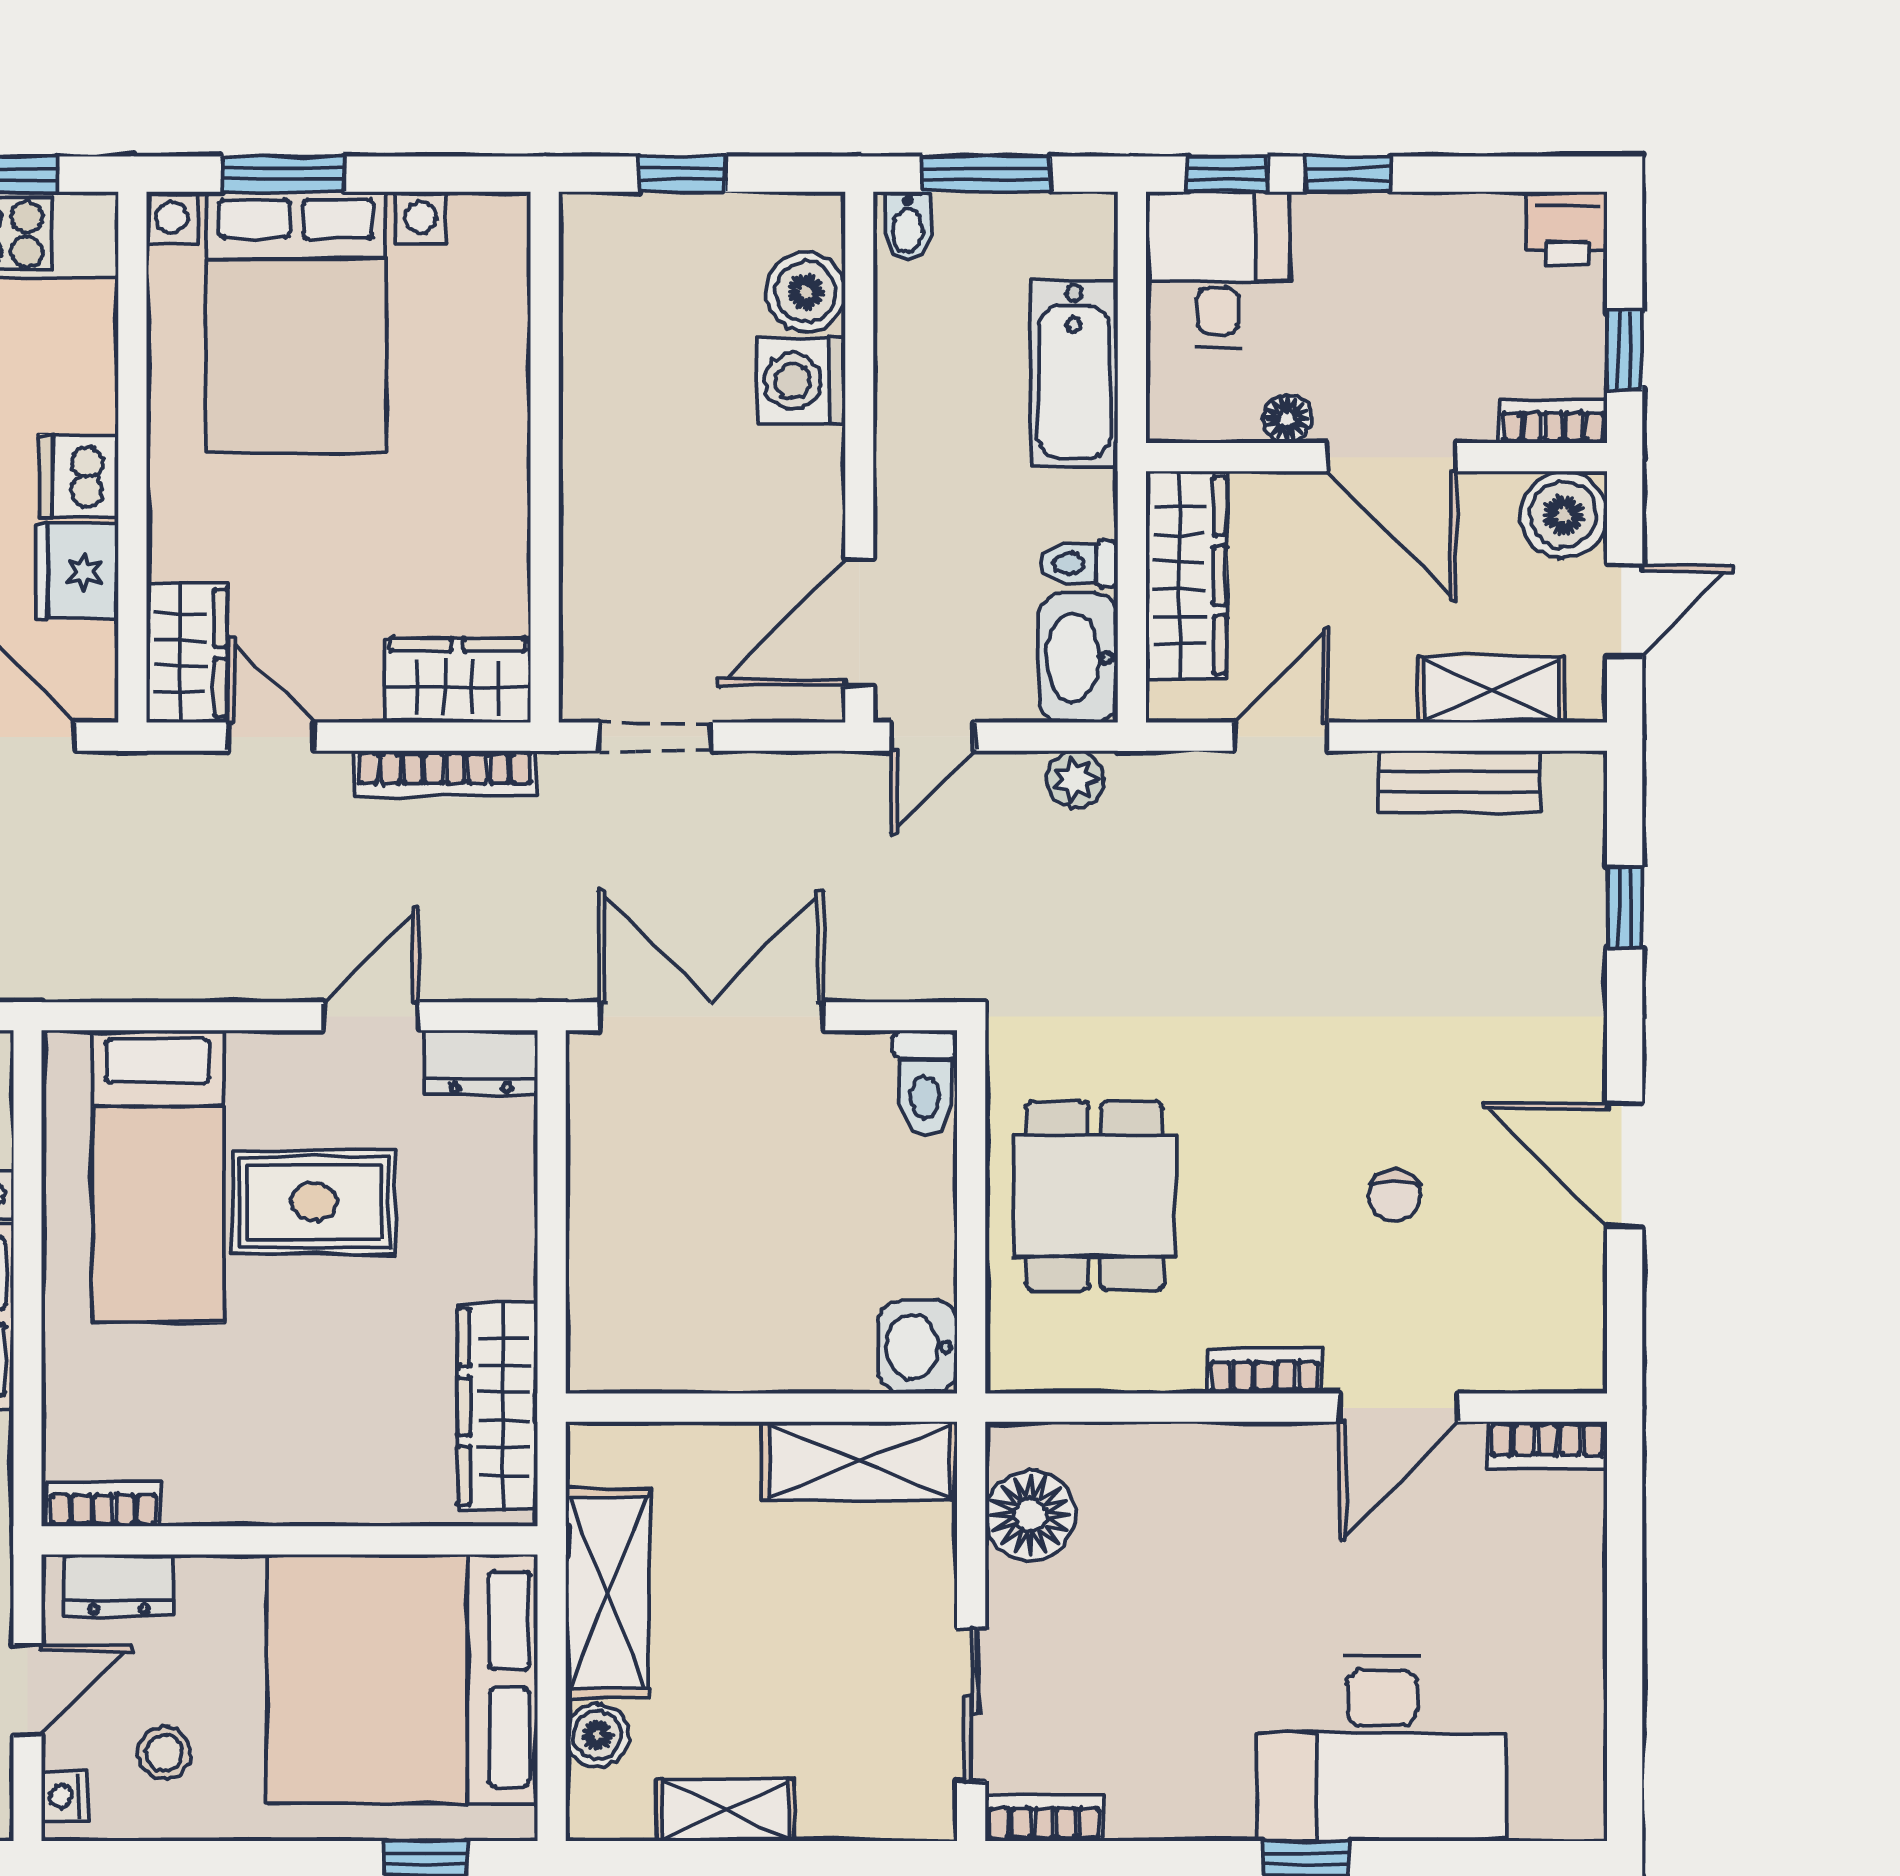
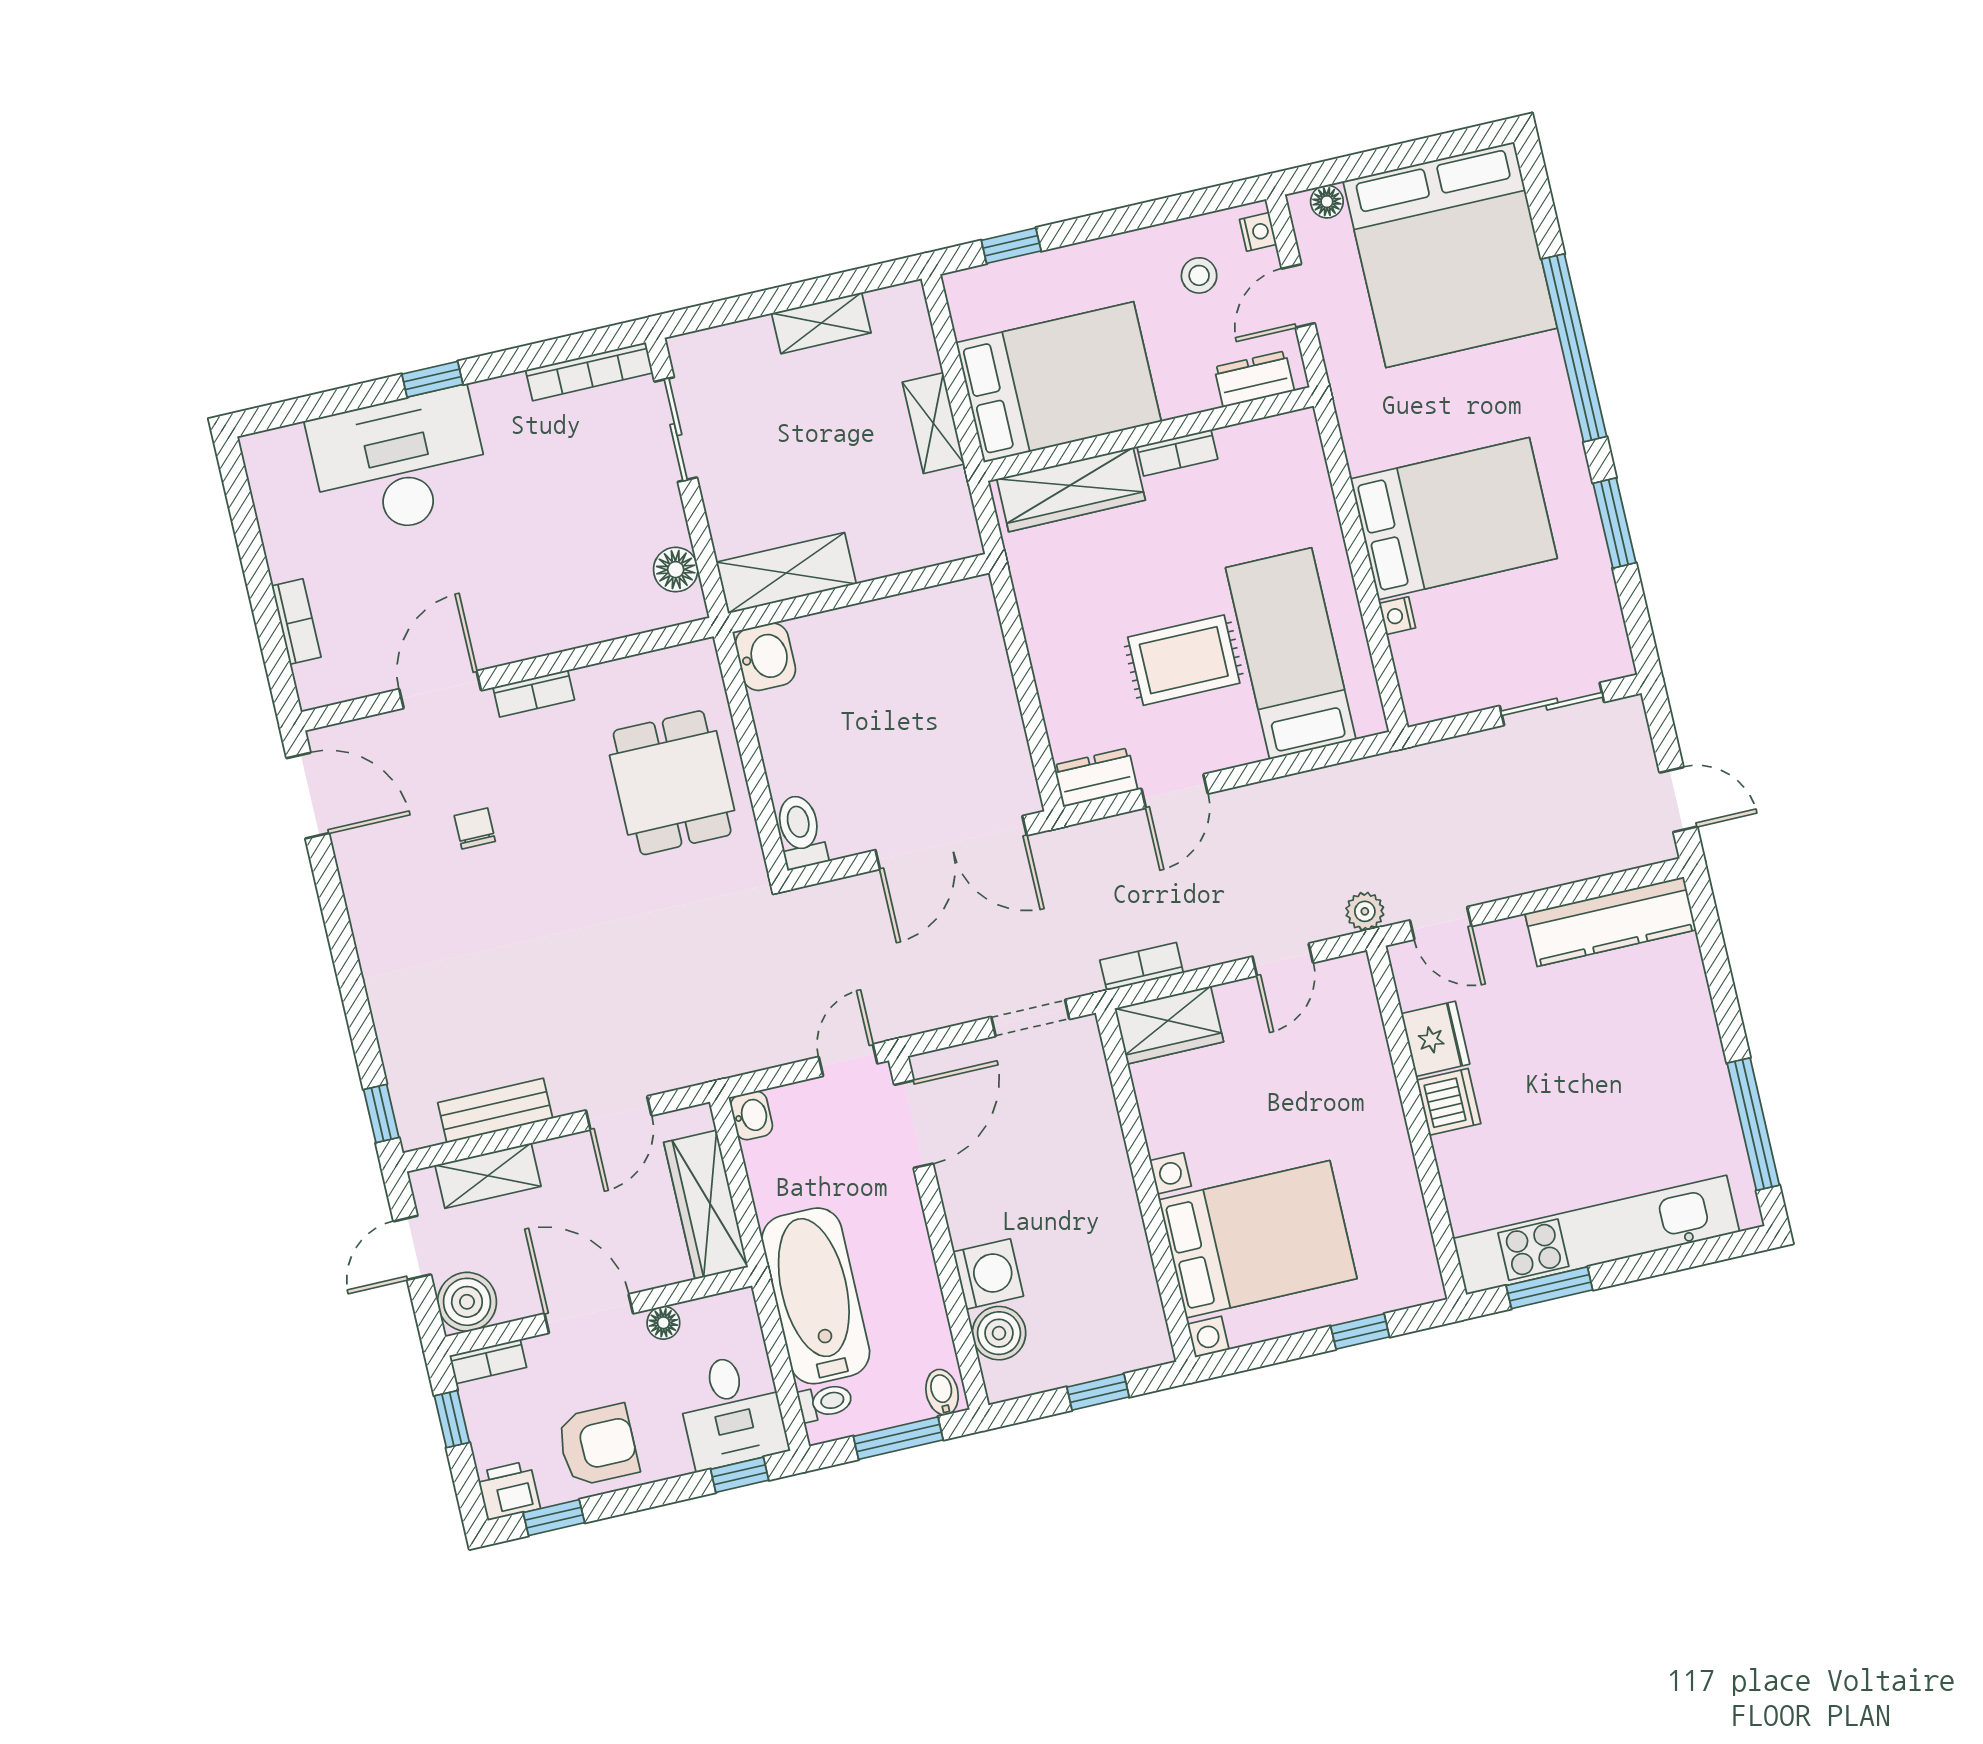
window: (284, 174) -> (1360, 1331), width x0.67
window: (1348, 174) -> (554, 1518), moved
armchair: (1422, 264) -> (598, 1445), added
bed with nightstands: (296, 322) -> (1258, 1239), moved, turned 90
bathtub: (1074, 373) -> (816, 1296), width x1.36, depth x1.36
toilet: (1079, 564) -> (825, 1402), moved
wardrobe: (187, 653) -> (1351, 1002), removed
washbasin: (1078, 658) -> (752, 1116), width x0.52, depth x0.69
door: (271, 737) -> (1283, 960), hinge flipped
bookcase: (445, 774) -> (1142, 967), width x0.64
plant: (1075, 779) -> (1365, 911), moved
window: (1625, 907) -> (381, 1114), moved
door: (1625, 1165) -> (308, 796), moved
wardrobe: (498, 1406) -> (1071, 490), moved, turned 90
bookcase: (1547, 1446) -> (296, 622), moved, turned 90
bookcase: (103, 1504) -> (1177, 453), moved
floor lamp: (1030, 1515) -> (676, 570), width x0.73, depth x0.73
shelving: (607, 1594) -> (933, 423), width x0.67, depth x0.75
bed: (402, 1679) -> (1059, 382), width x0.73
boiler: (597, 1735) -> (917, 353), removed
bookcase: (1044, 1818) -> (589, 371), width x1.56

